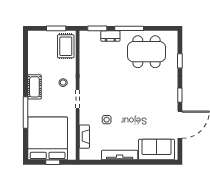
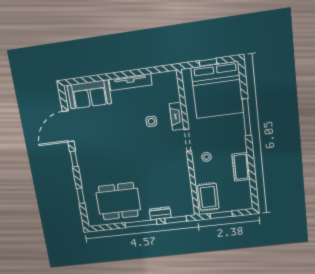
cot: (34, 87) -> (241, 167), moved
fireplace: (84, 137) -> (177, 116), moved

